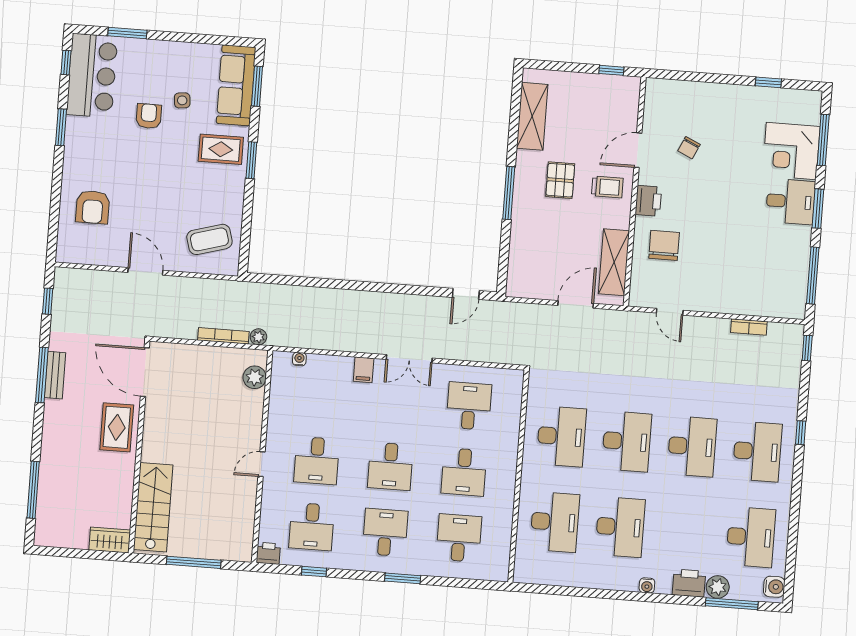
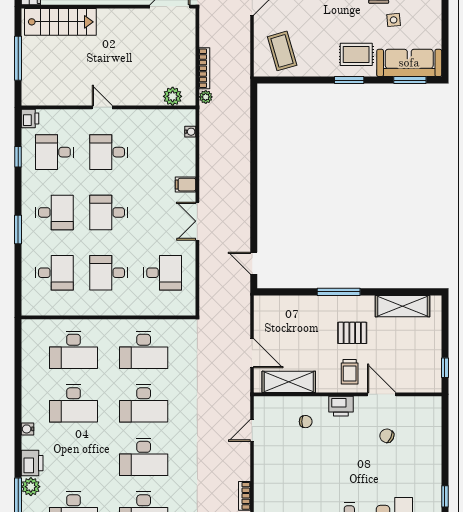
rug: (221, 149) -> (356, 54), turned 90
chair: (664, 245) -> (306, 422), width x0.54, depth x0.54

